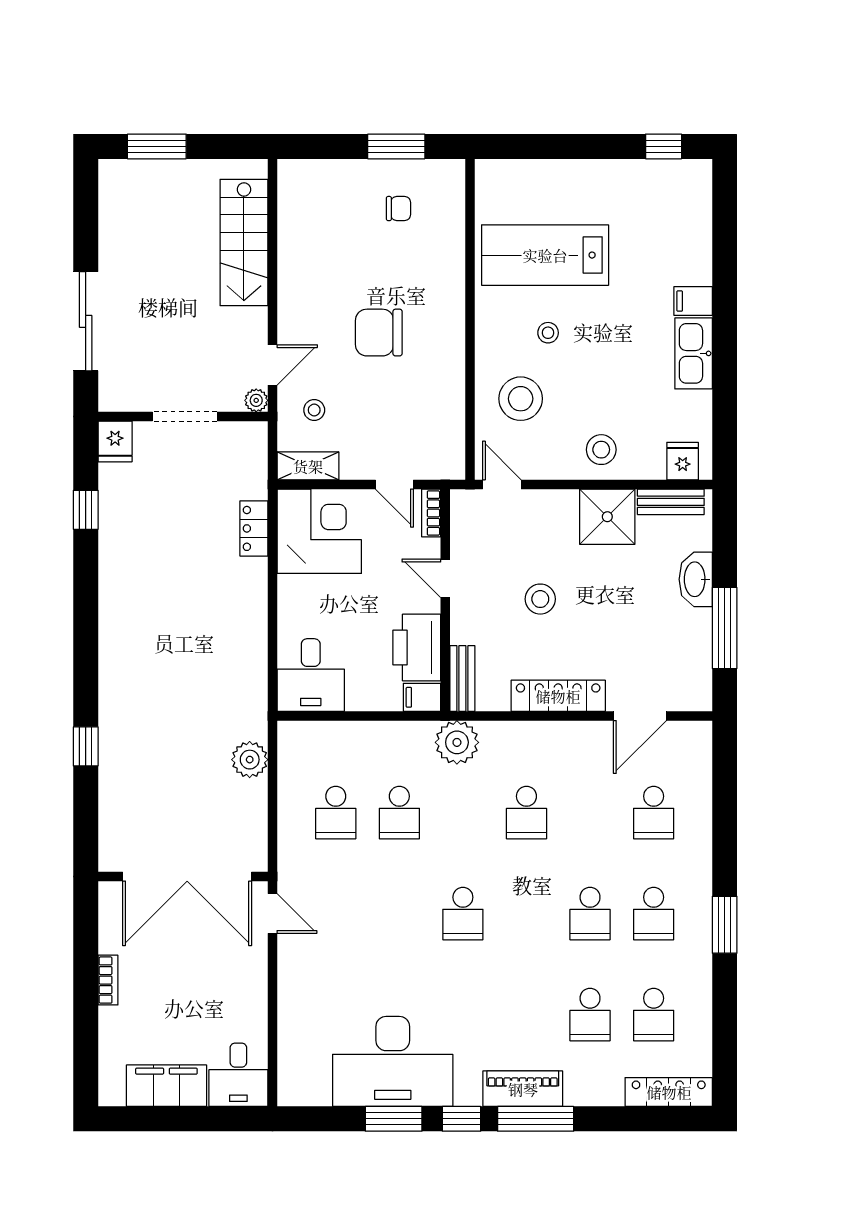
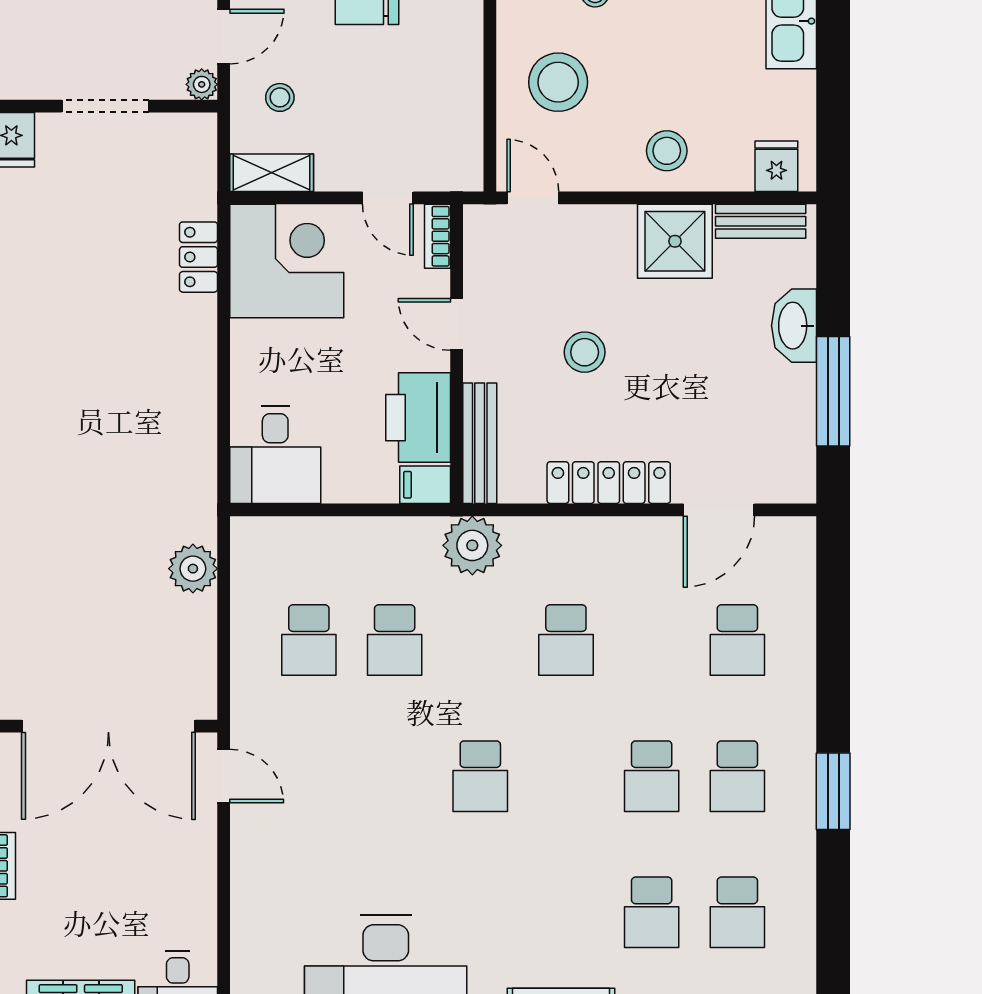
bench: (462, 679) -> (480, 443), width x1.36

